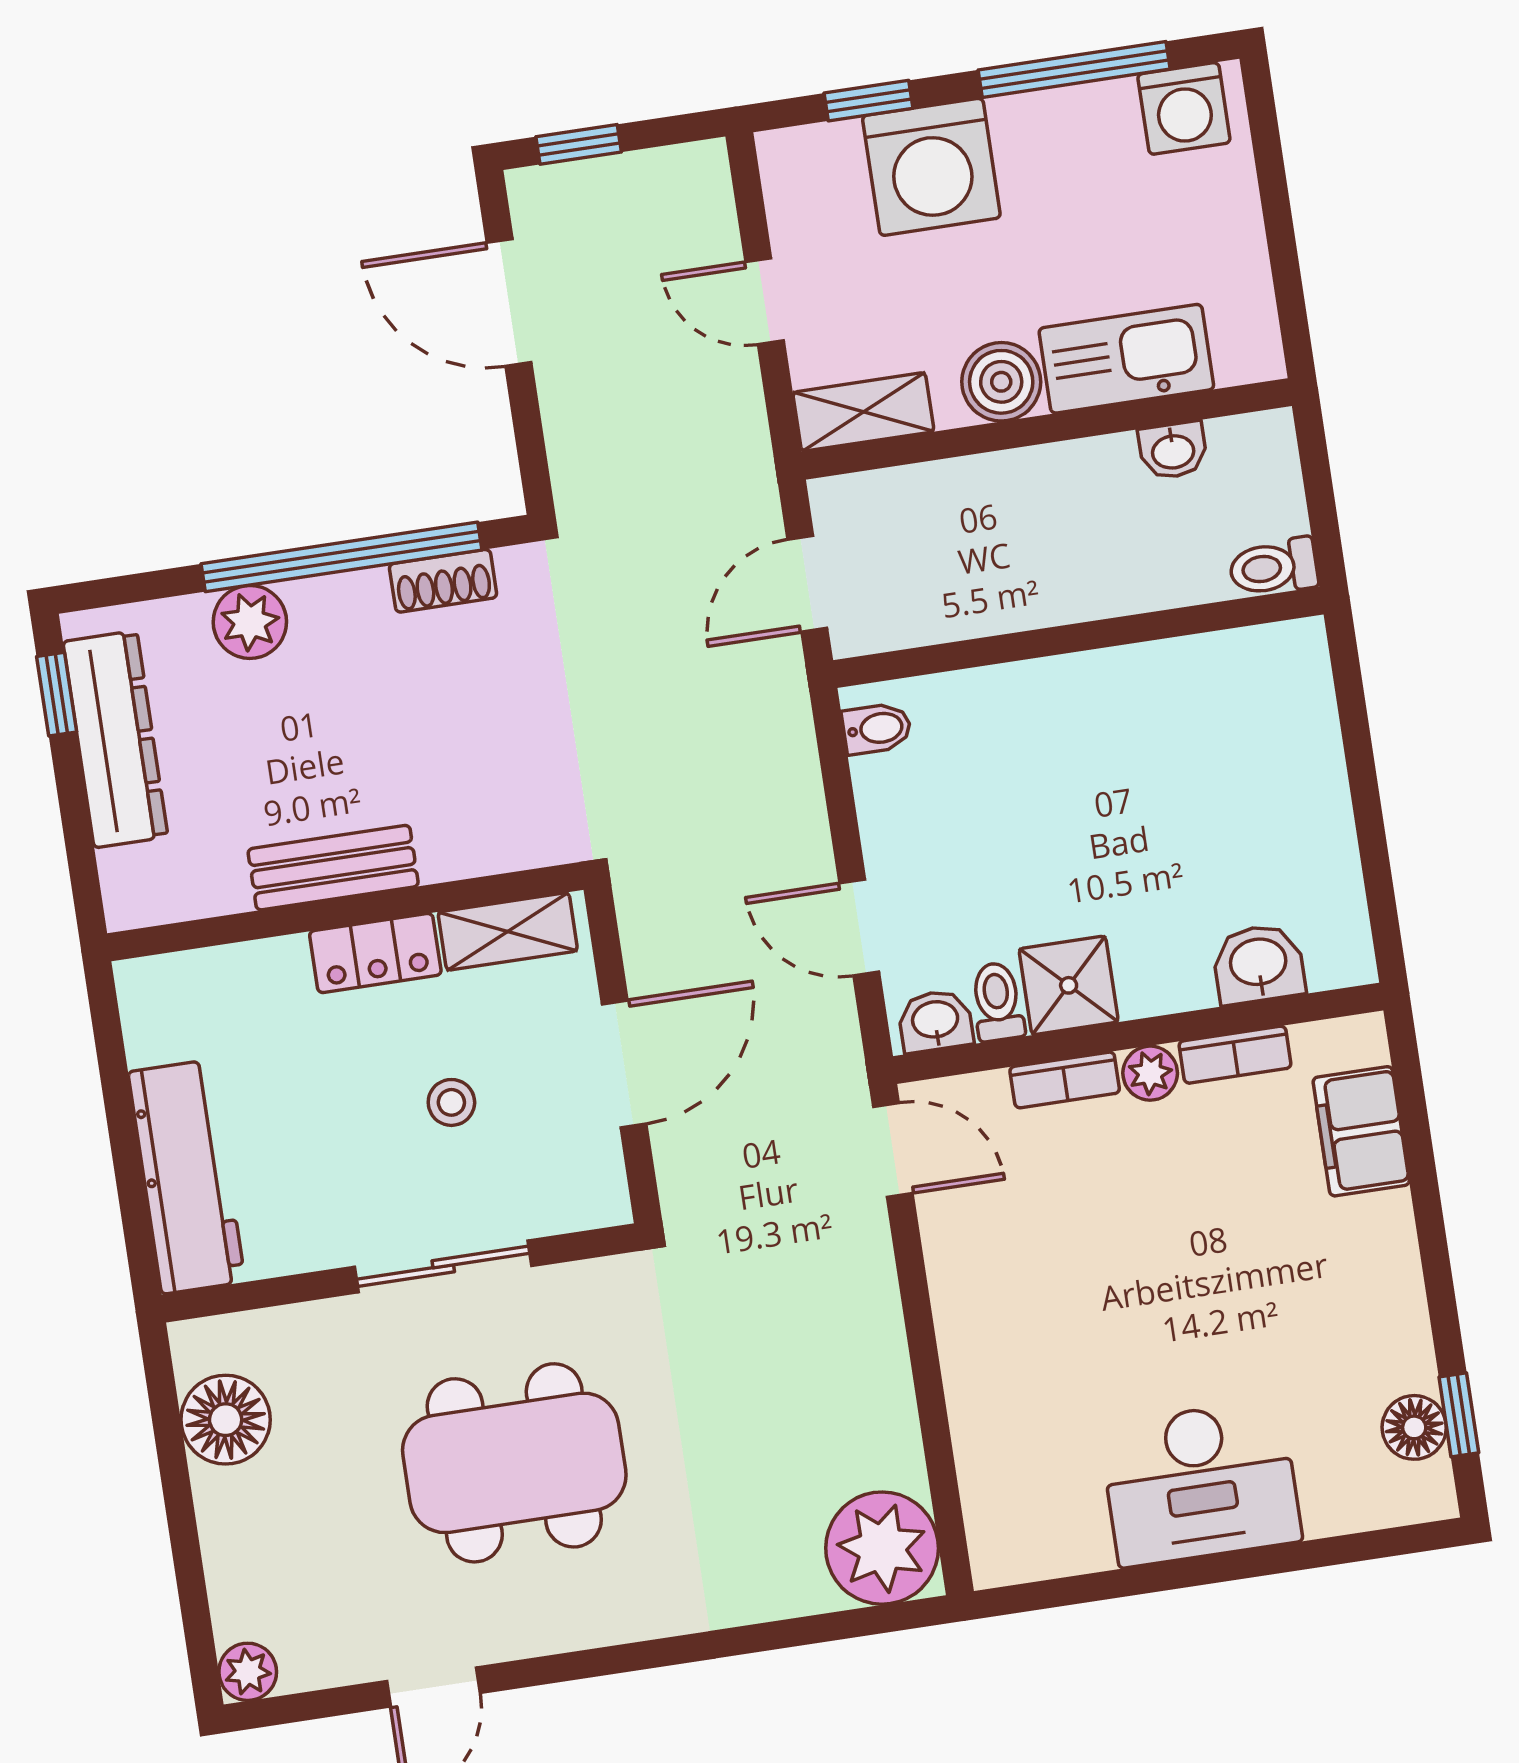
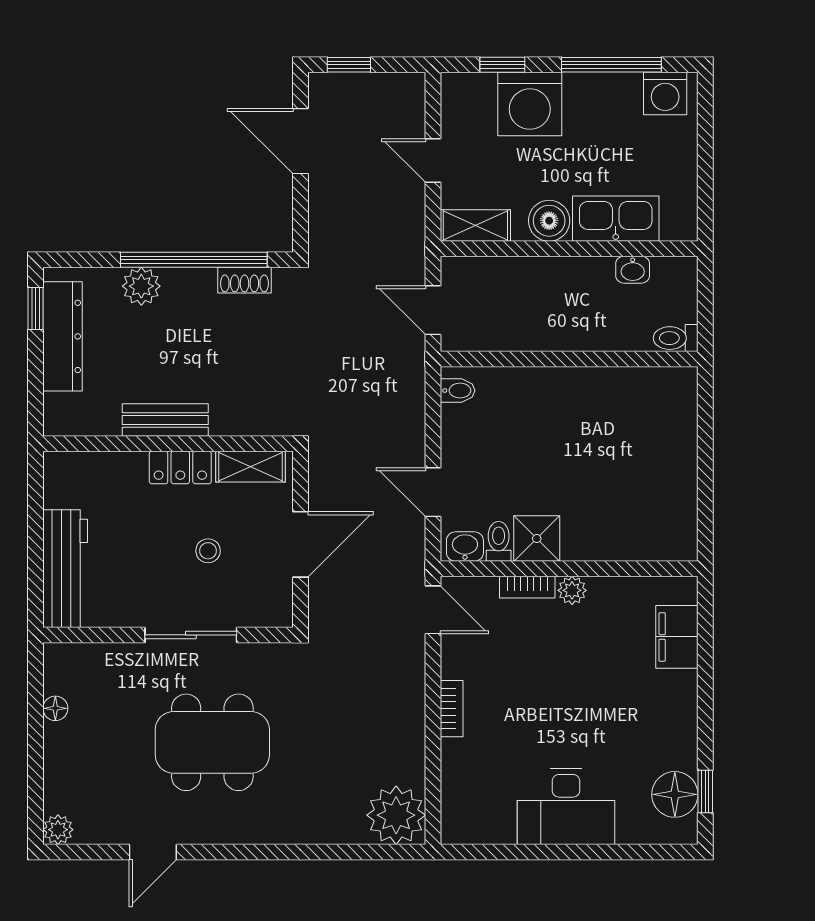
door: (807, 584) -> (433, 310), hinge flipped
washbasin: (1258, 964) -> (637, 542), removed
bookcase: (1235, 1055) -> (452, 709), moved, turned -90
floor lamp: (226, 1420) -> (55, 708), width x0.53, depth x0.53
floor lamp: (1414, 1427) -> (675, 794), width x1.38, depth x1.38

